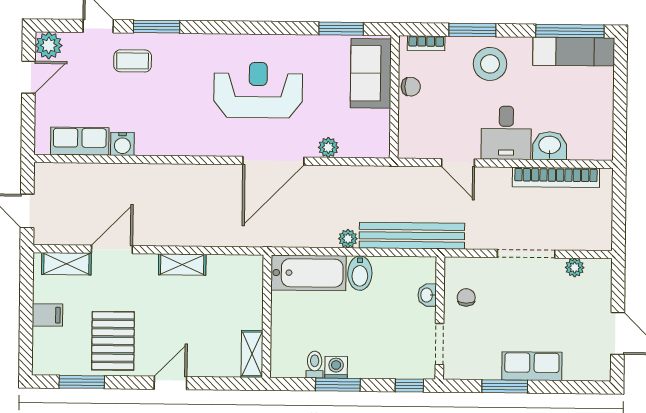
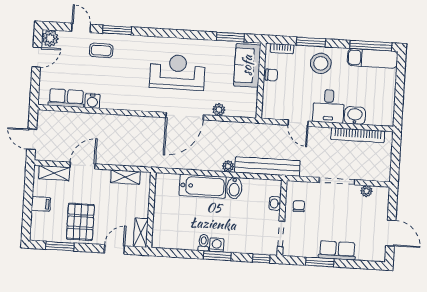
wall: (267, 316) -> (151, 210), moved
shelving: (252, 354) -> (141, 233), moved

